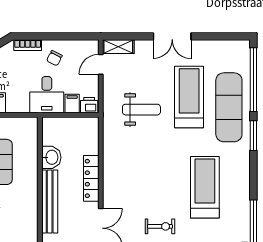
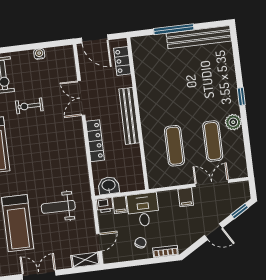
washbasin: (51, 157) -> (109, 186), moved, turned 90

